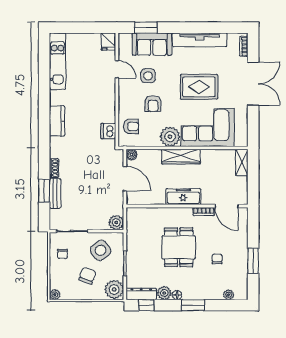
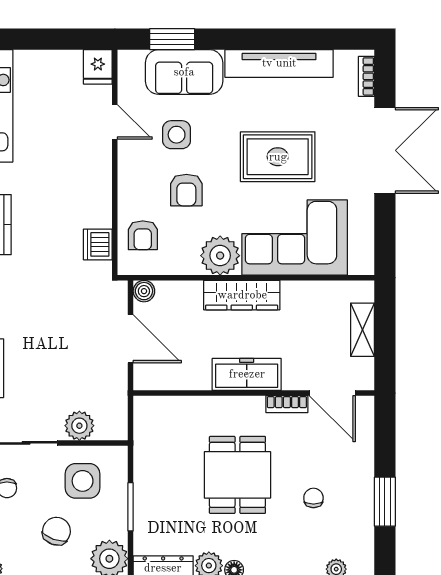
armchair: (131, 126) -> (143, 235), turned 90
shelving: (242, 163) -> (362, 330), moved
plant: (116, 222) -> (79, 426), moved
side table: (101, 250) -> (83, 481), turned 38

